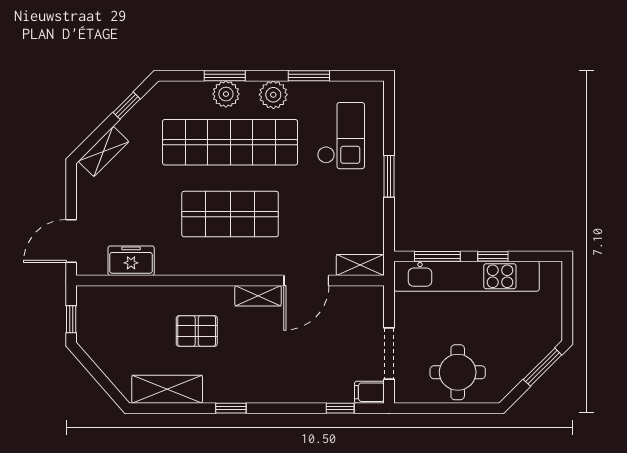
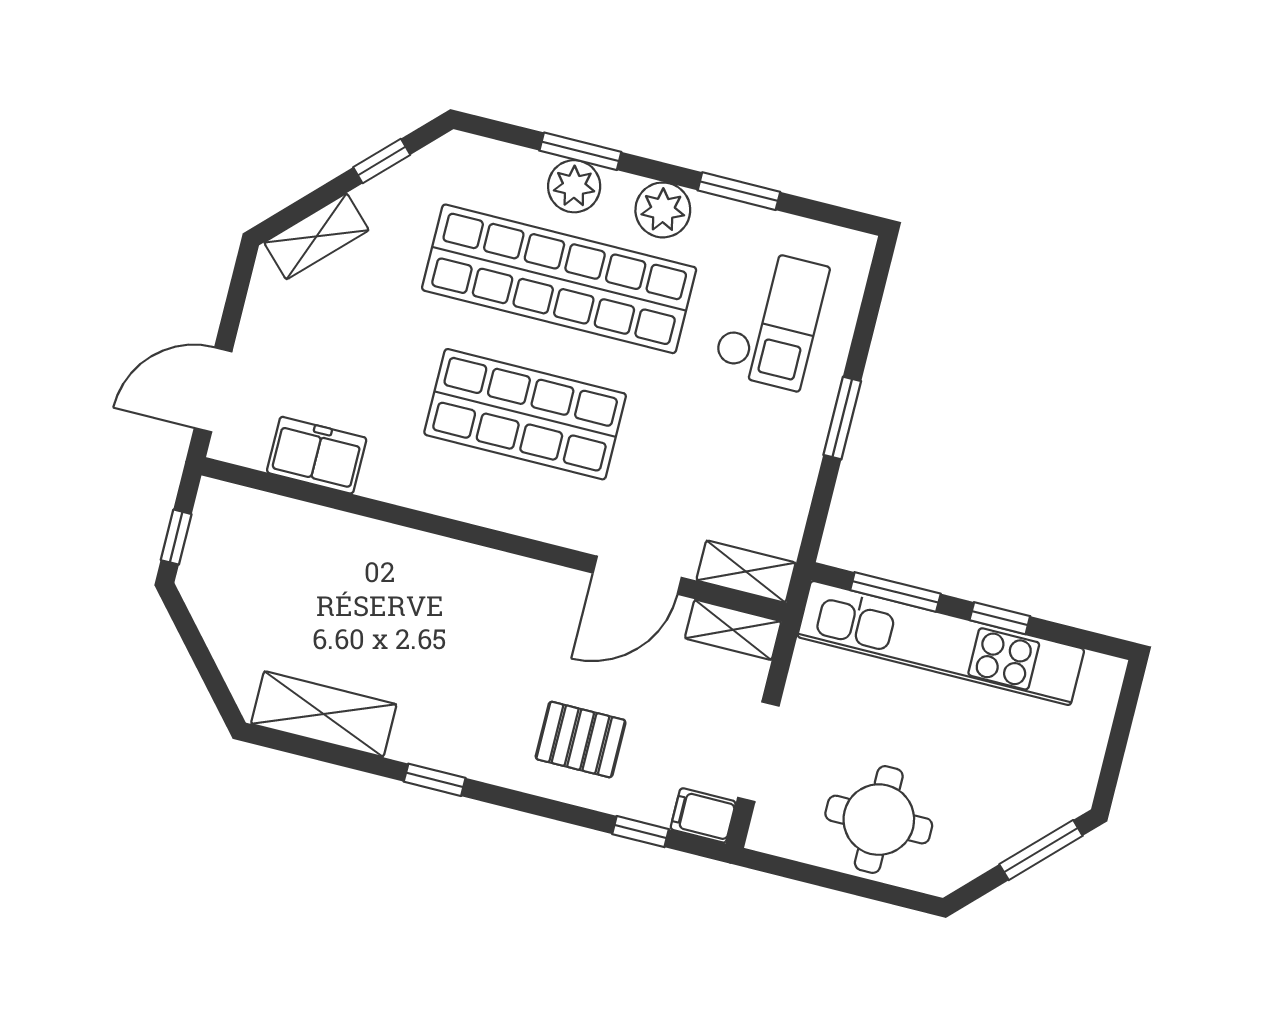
shelving: (258, 296) -> (733, 630), moved
pallet: (197, 331) -> (581, 740), moved

